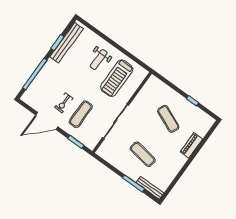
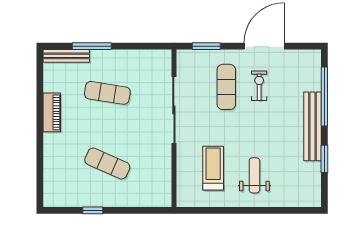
bench: (66, 43) -> (312, 126), moved
treadmill: (117, 78) -> (213, 168), width x0.73, depth x0.73
piano: (192, 145) -> (52, 112), moved

